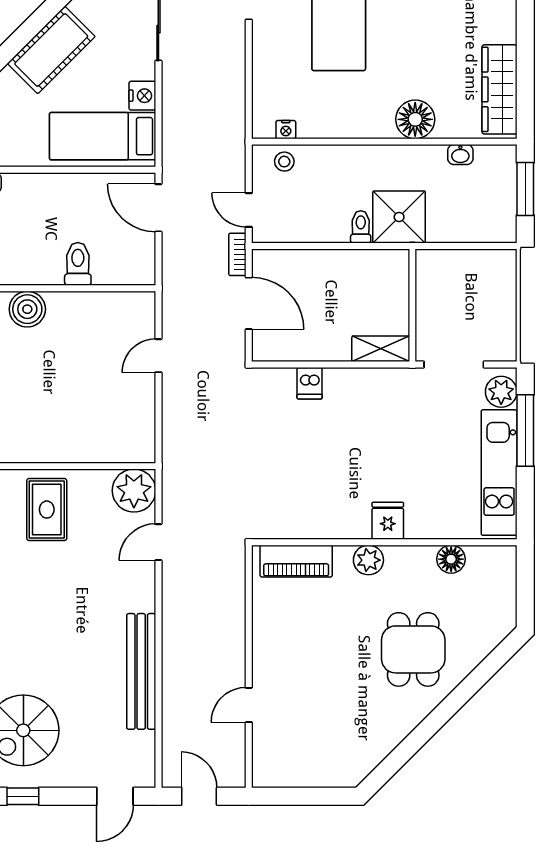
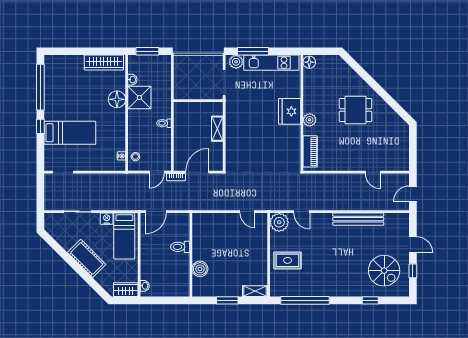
shower: (399, 217) -> (139, 98), moved
shelving: (381, 349) -> (217, 129), moved
door: (158, 356) -> (247, 212), moved
dishwasher: (310, 383) -> (232, 146), removed
fridge: (388, 521) -> (290, 111), width x1.88, depth x1.34
floor lamp: (451, 559) -> (309, 62), moved
dining table: (413, 649) -> (355, 110), moved
door: (115, 796) -> (413, 245), moved

